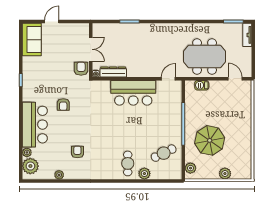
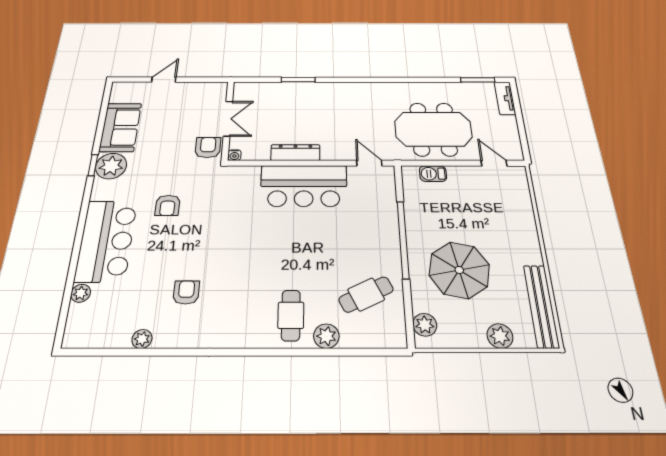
sofa: (32, 40) -> (120, 127), moved
dresser: (113, 72) -> (295, 153), moved
door: (168, 79) -> (369, 163), hinge flipped
bench: (247, 159) -> (541, 306), added
plant: (30, 166) -> (111, 166), moved

